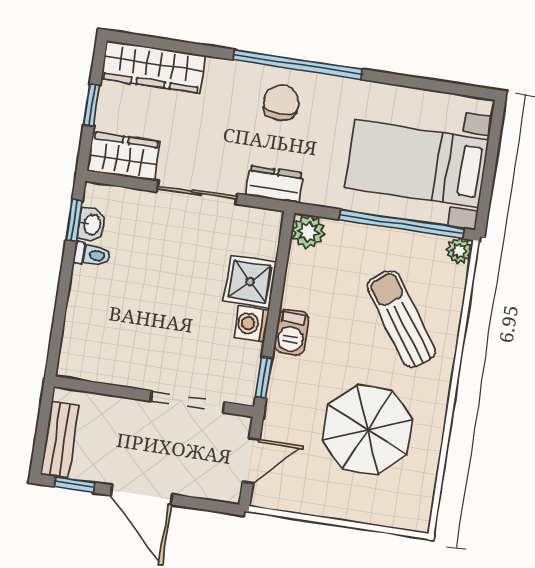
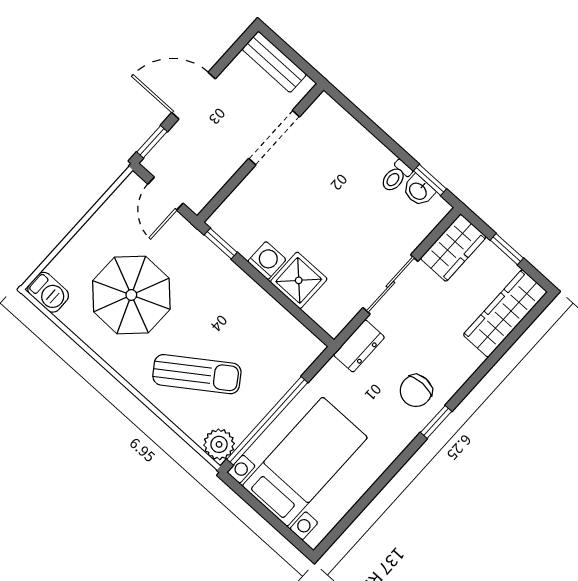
window: (298, 65) -> (436, 422), width x0.32
chair: (281, 103) -> (416, 391), turned 90
plant: (308, 232) -> (307, 348), removed
plant: (459, 251) -> (219, 444), width x1.38, depth x1.38
barbecue: (292, 332) -> (48, 292), moved, turned 180
doorway: (187, 402) -> (274, 138), moved
window: (74, 485) -> (152, 142), moved

